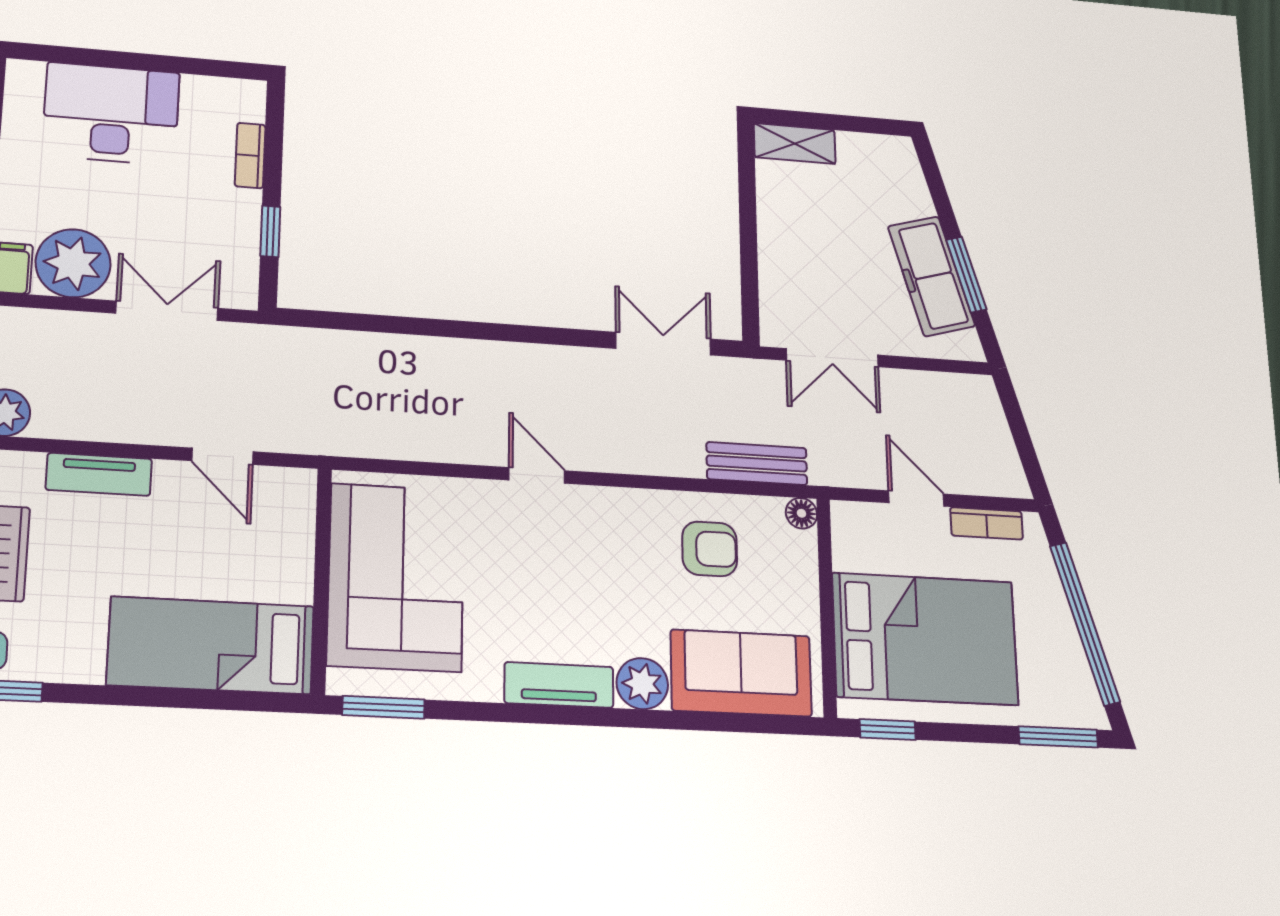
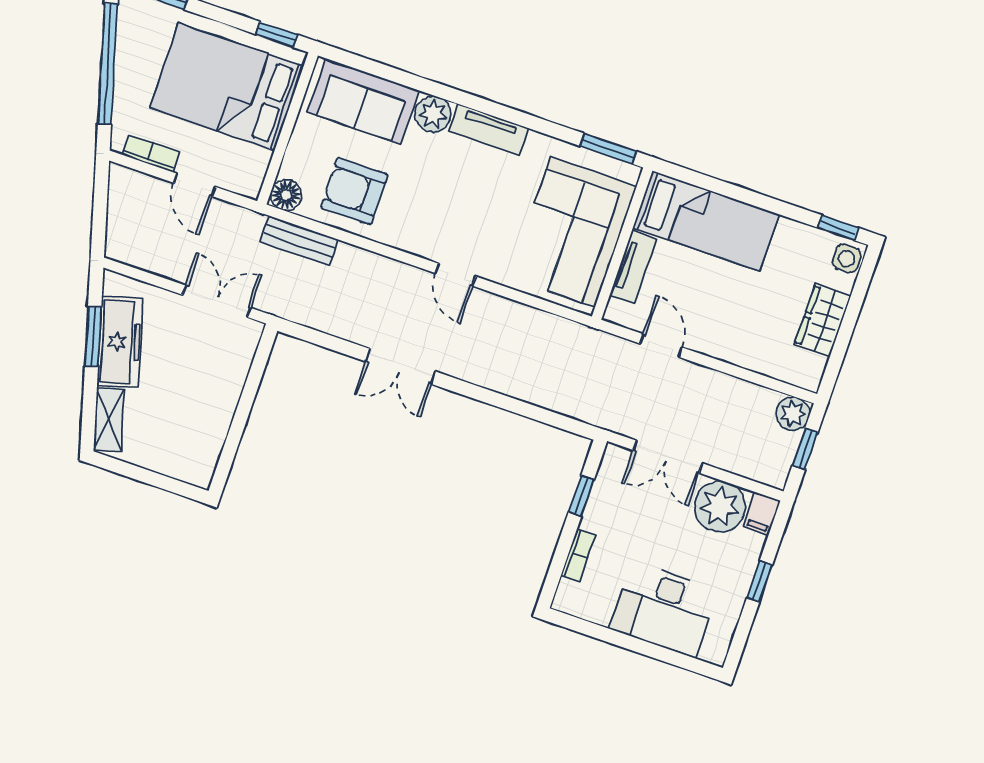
shelving: (795, 144) -> (109, 420), moved, turned 74
double door: (663, 344) -> (401, 366), moved
tv unit: (99, 474) -> (633, 267), moved, turned 90
floor lamp: (801, 513) -> (286, 195), width x1.37, depth x1.37
armchair: (710, 549) -> (354, 191), width x1.38, depth x1.38

